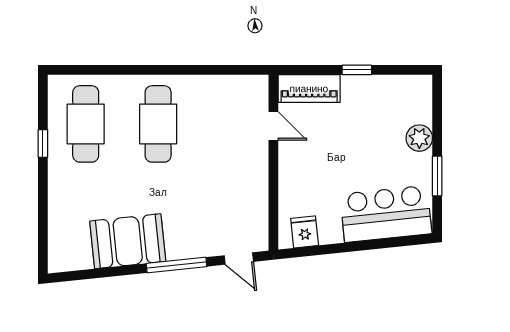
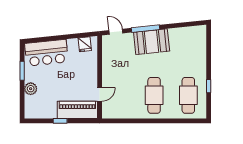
piano: (309, 89) -> (77, 110), width x1.37, depth x1.33
door: (273, 126) -> (100, 94), swing flipped
booth: (128, 241) -> (152, 42), moved

